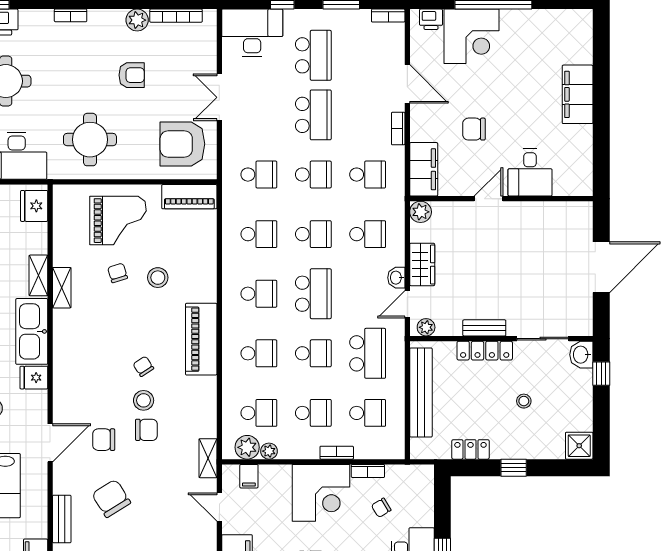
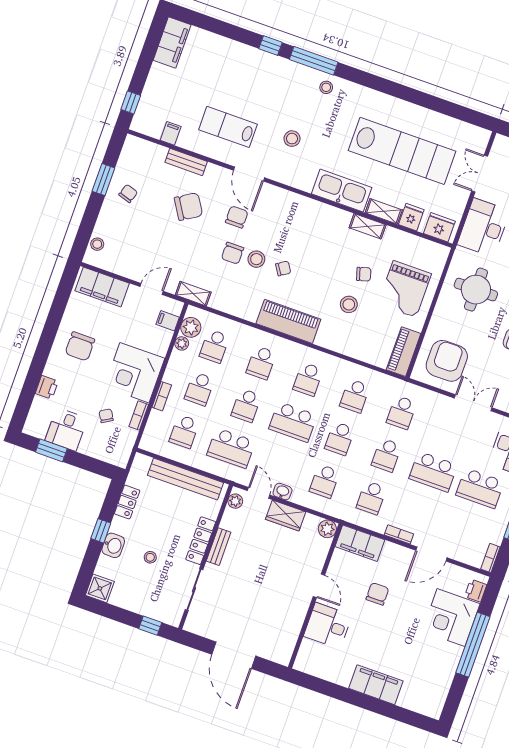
washbasin: (581, 355) -> (113, 545), moved, turned 90
fridge: (34, 378) -> (411, 217), moved

